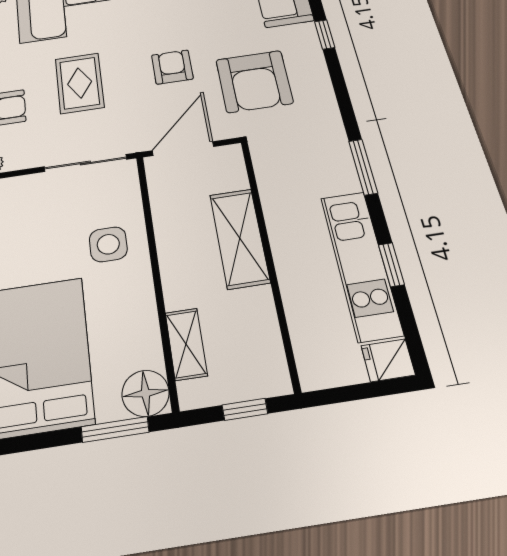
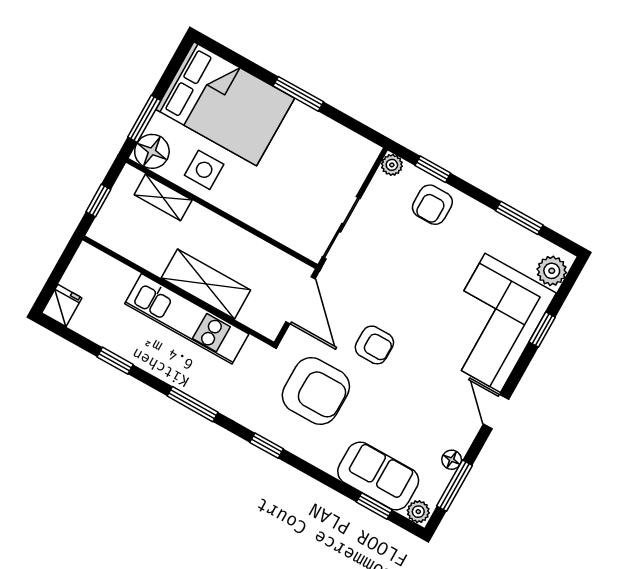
window: (325, 34) -> (267, 446), moved
armchair: (254, 81) -> (316, 391), turned 180
rug: (80, 83) -> (413, 271), removed
side table: (108, 244) -> (204, 170), moved
kitchen unit: (361, 264) -> (187, 319), moved, turned 180

